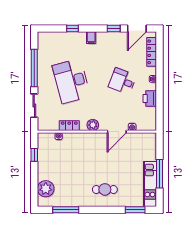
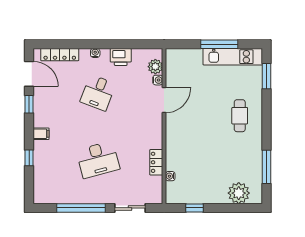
desk: (71, 81) -> (98, 160), width x0.73, depth x0.77
plant: (93, 125) -> (155, 67), moved
door: (117, 132) -> (164, 100), hinge flipped

